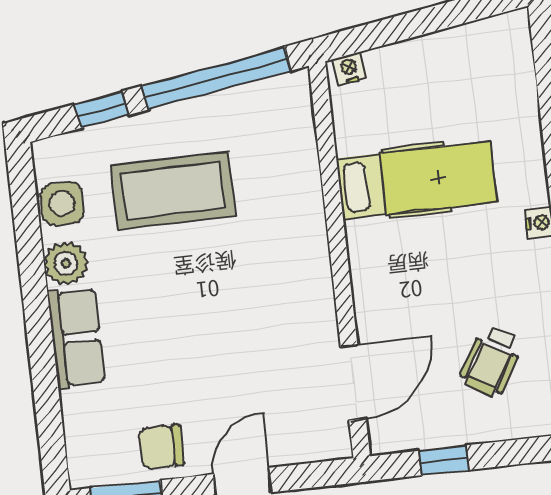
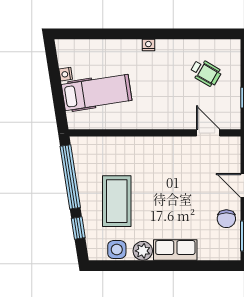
nightstand: (349, 69) -> (66, 74), moved
hospital bed: (417, 180) -> (97, 92), moved, turned 81
door: (353, 383) -> (208, 133), width x0.73

